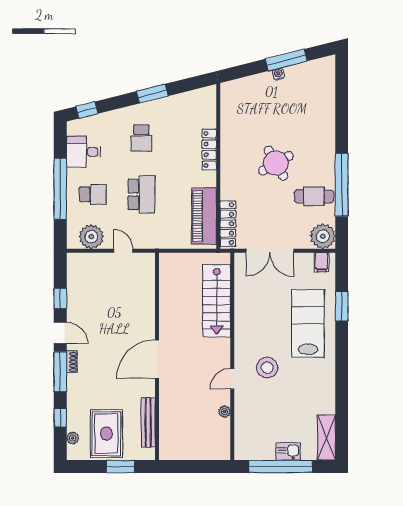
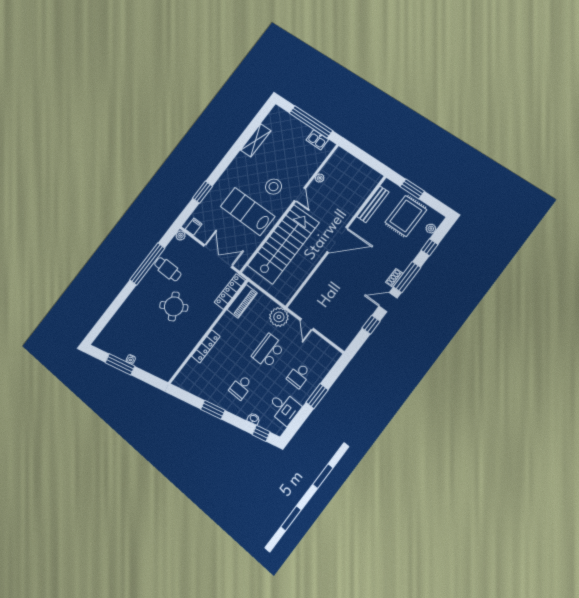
washbasin: (105, 118) -> (254, 419), added
school desk: (141, 138) -> (241, 387), turned 180
window: (60, 189) -> (317, 396), width x0.47
school desk: (93, 194) -> (299, 376), turned -90
piano: (204, 216) -> (242, 301), width x0.73, depth x0.75
plant: (323, 236) -> (181, 236), width x0.53, depth x0.53
plant: (91, 237) -> (279, 317), moved
stairs: (217, 301) -> (283, 244), width x1.36, depth x1.51
lab bench: (308, 323) -> (247, 211), moved, turned 90
door: (60, 333) -> (388, 302), hinge flipped
door: (232, 379) -> (300, 195), hinge flipped
shelving: (326, 437) -> (256, 140), moved
kitchen sink: (288, 451) -> (317, 140), moved

